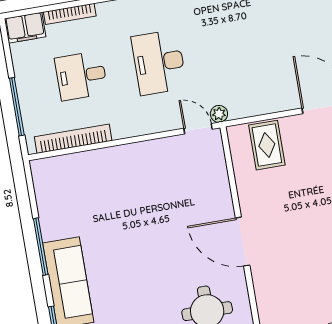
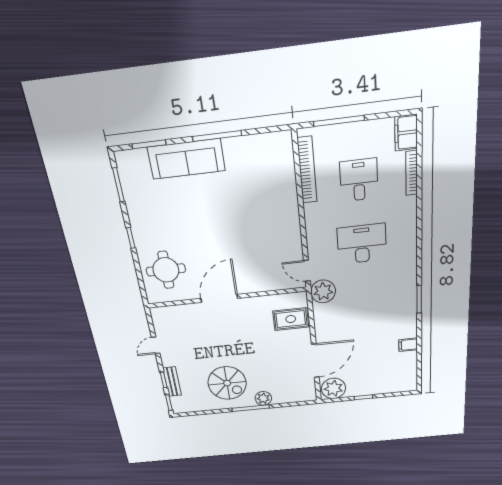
plant: (219, 114) -> (323, 291), width x1.87, depth x1.87
door: (198, 129) -> (307, 271), swing flipped

